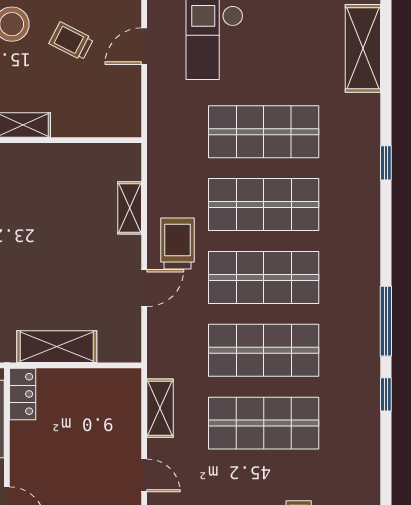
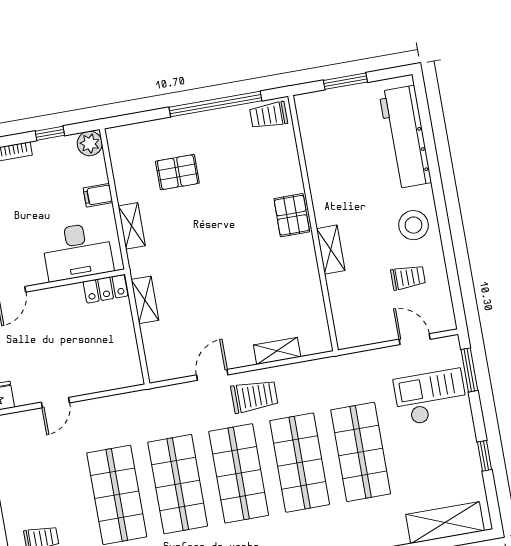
trolley: (71, 41) -> (408, 277), turned 63
door: (144, 288) -> (212, 375), swing flipped
shelving: (57, 347) -> (145, 300), width x0.67, depth x0.75
shelving: (160, 408) -> (114, 406), removed

